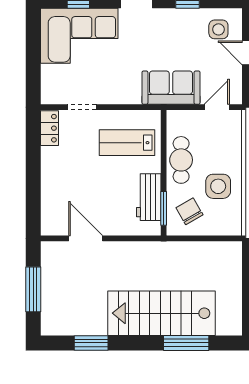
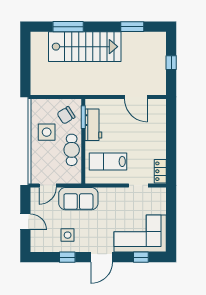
side table: (218, 29) -> (68, 235), moved
lab bench: (127, 143) -> (108, 161), turned 180
chair: (189, 211) -> (66, 115), turned 88
window: (33, 289) -> (171, 63), width x0.46

